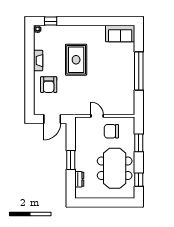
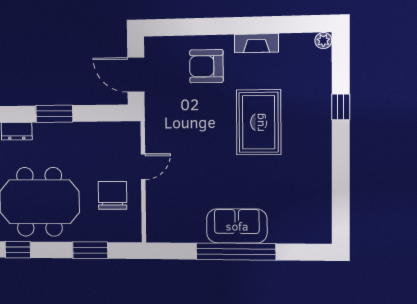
window: (51, 21) -> (341, 107), moved
sofa: (120, 34) -> (237, 226), moved, turned 90
rug: (76, 60) -> (259, 122), turned 90

